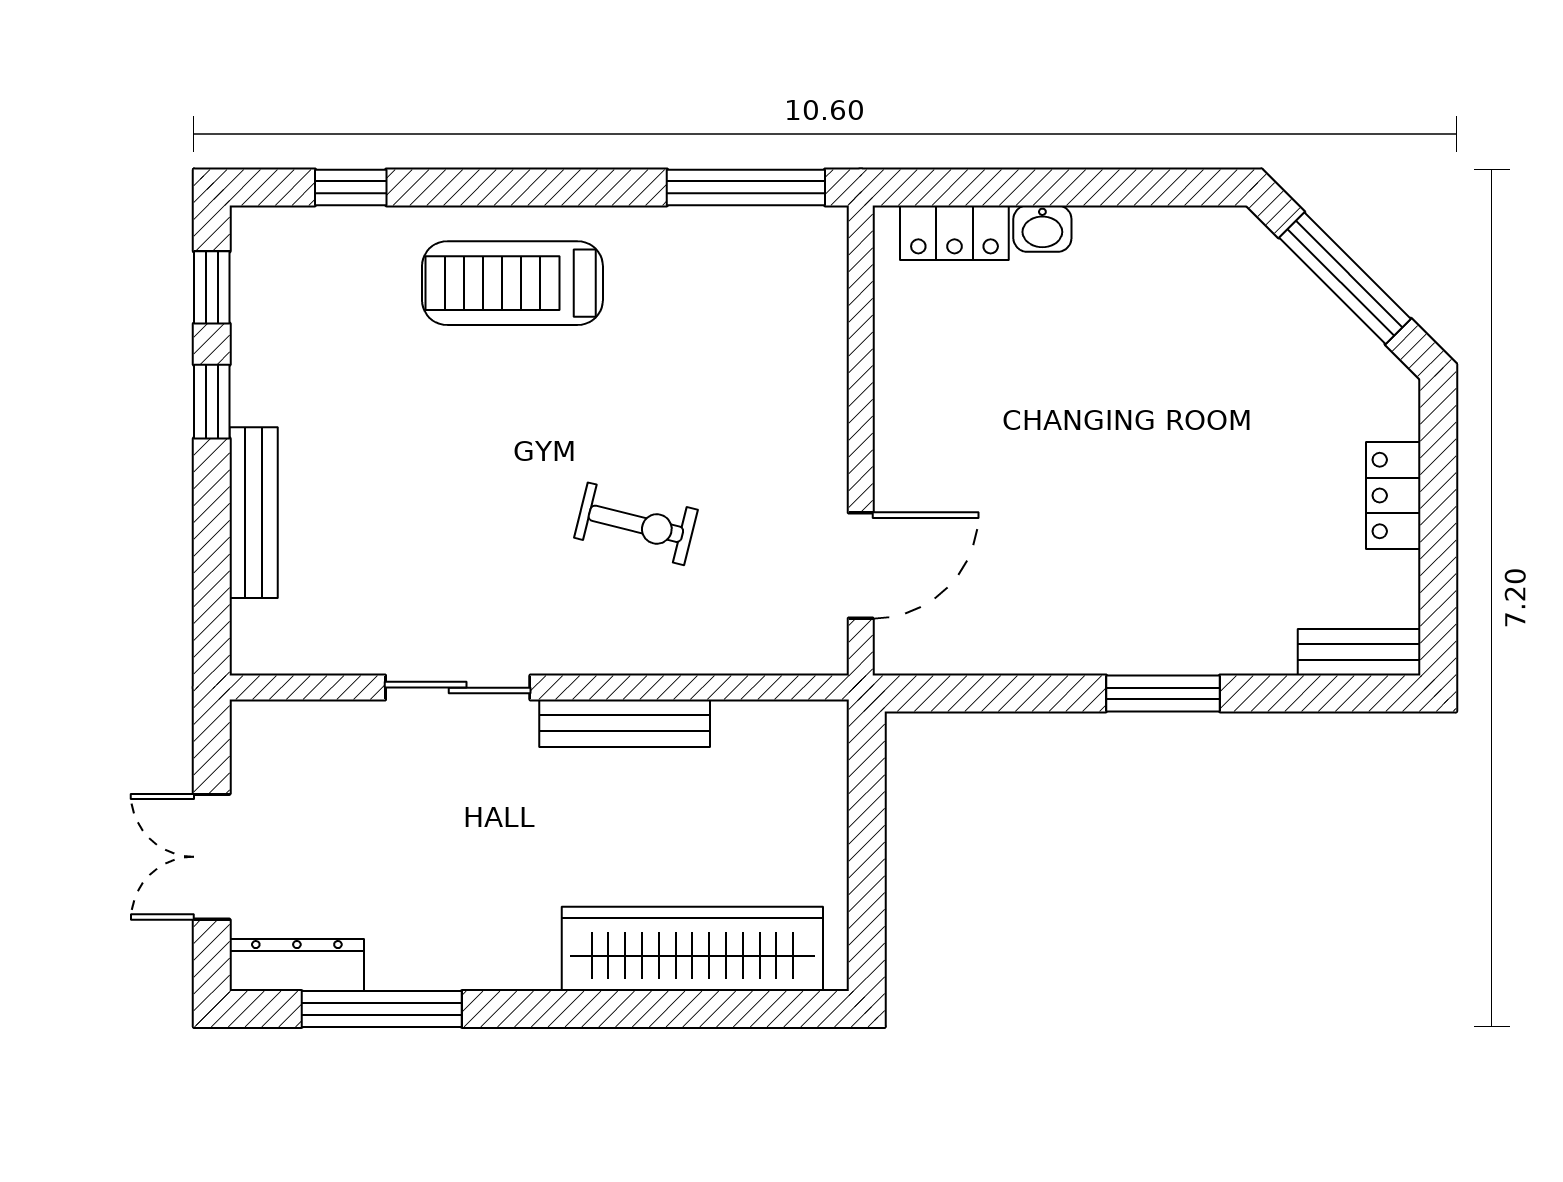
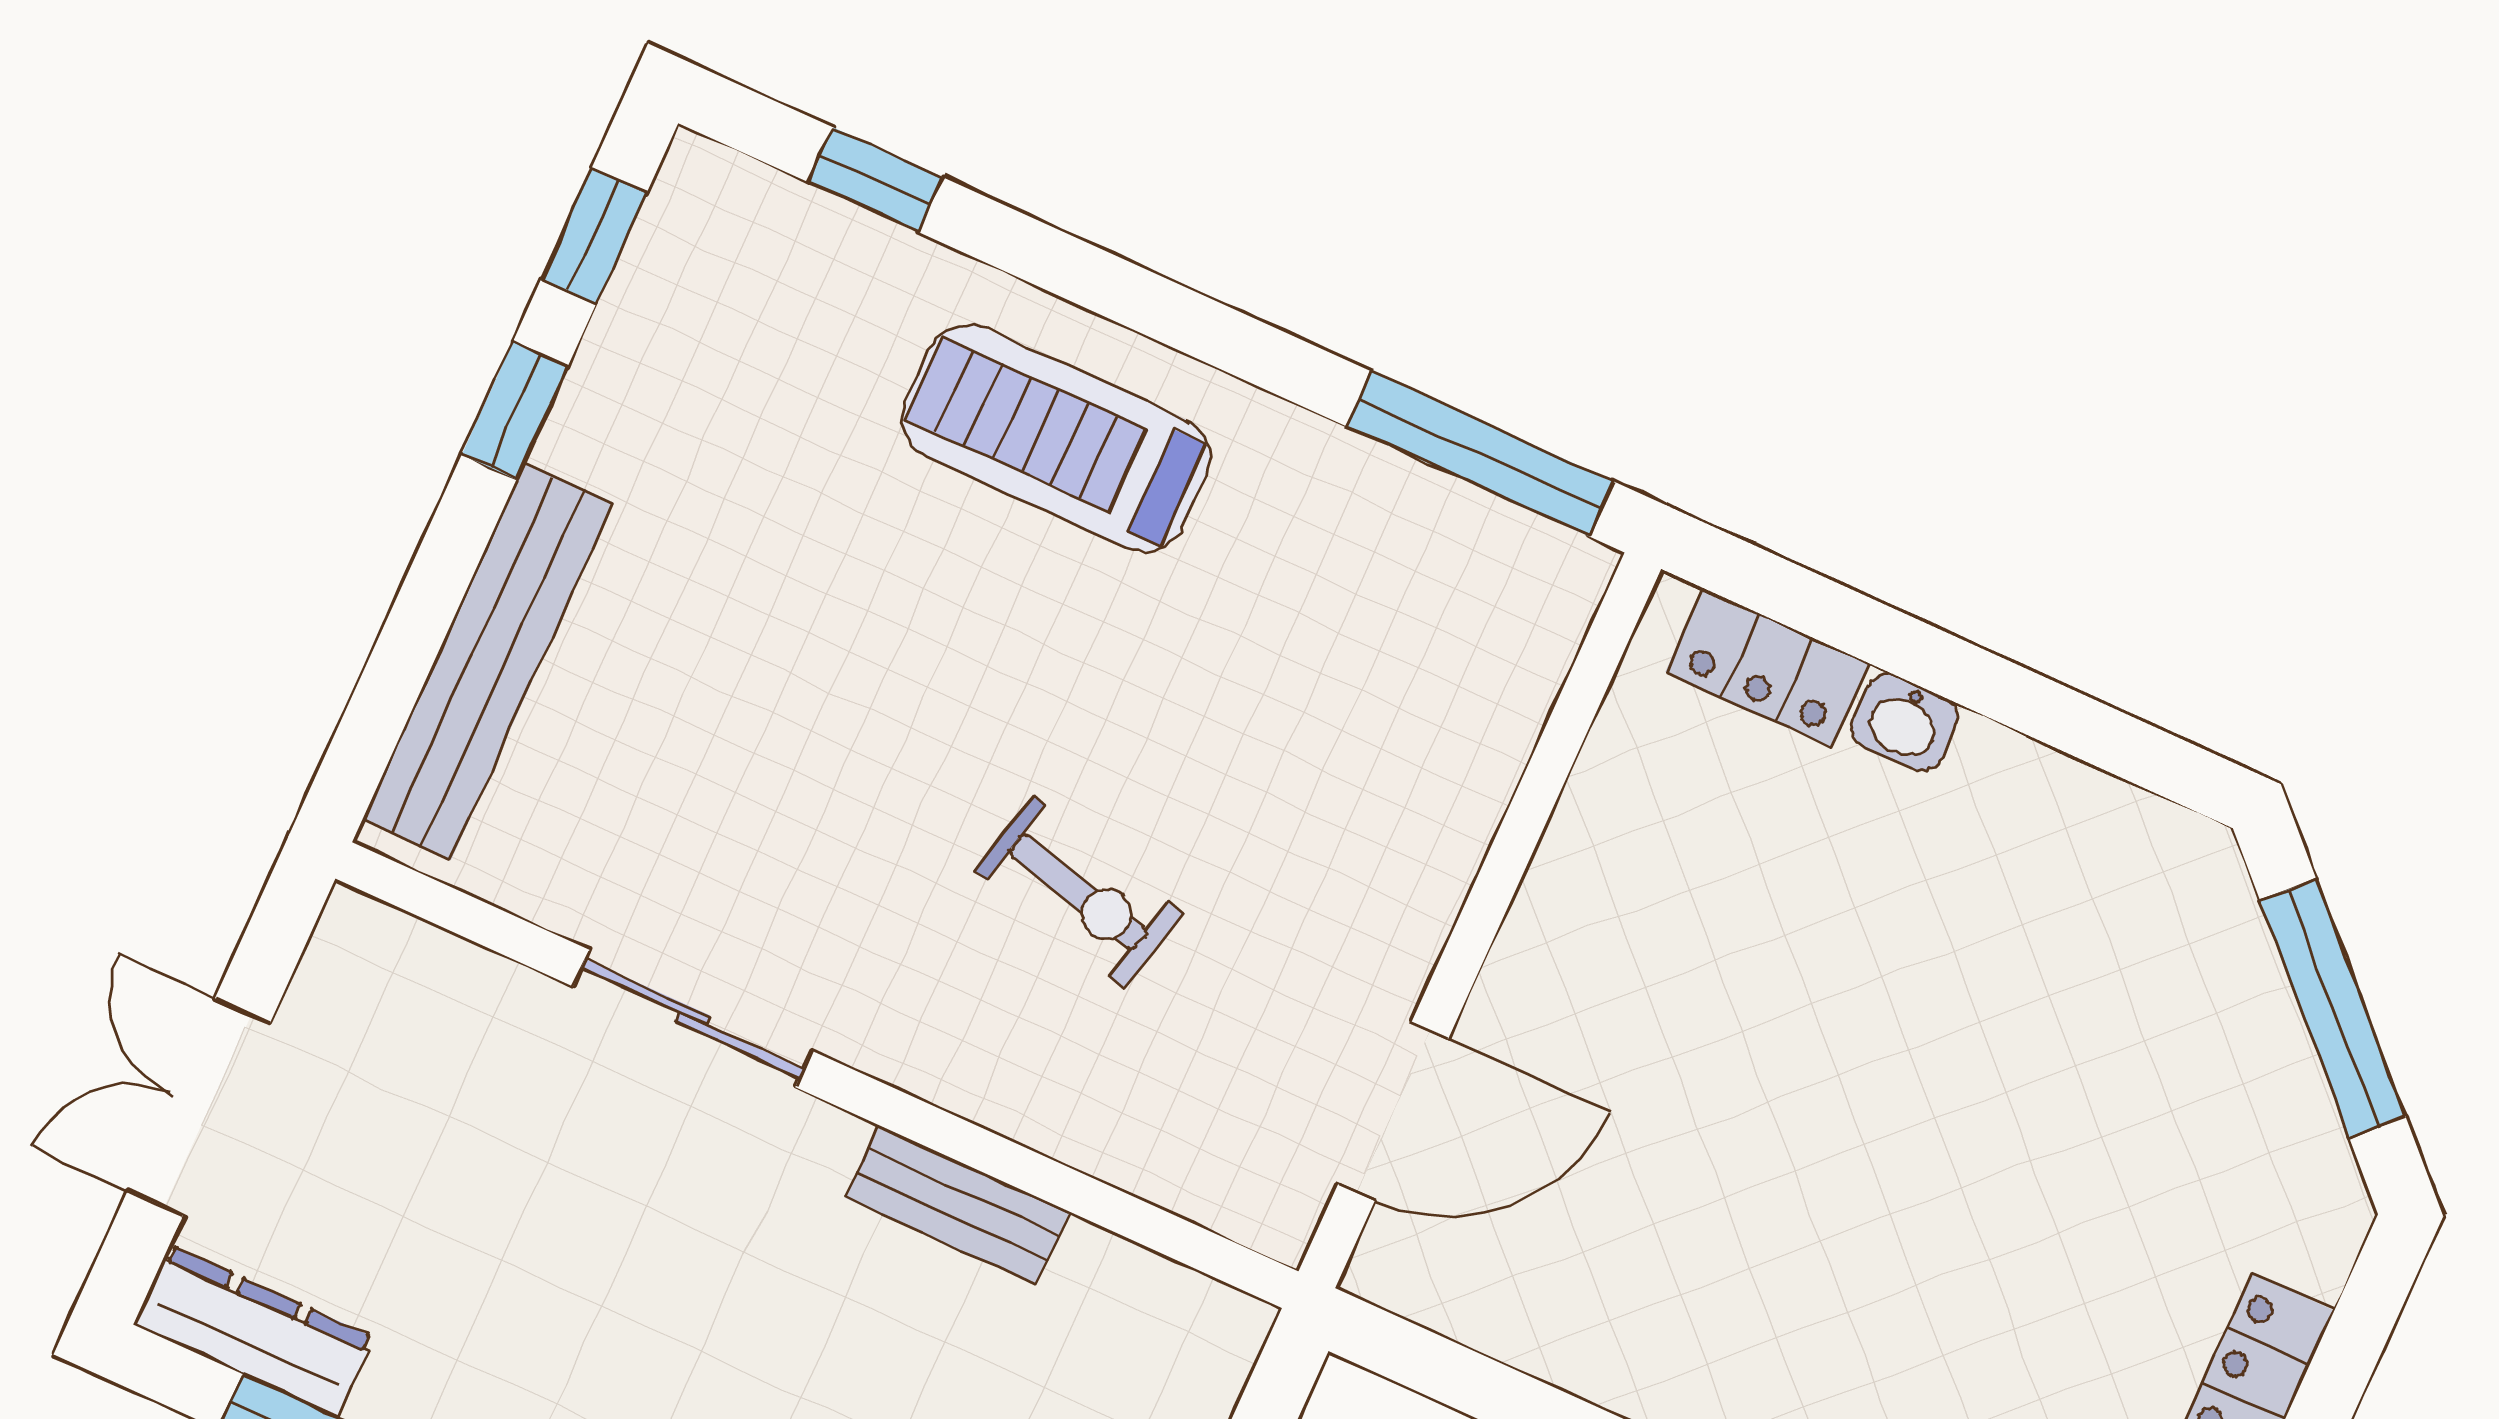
bench: (254, 513) -> (488, 661), width x1.37, depth x1.21
bench: (625, 723) -> (957, 1205), width x0.73

